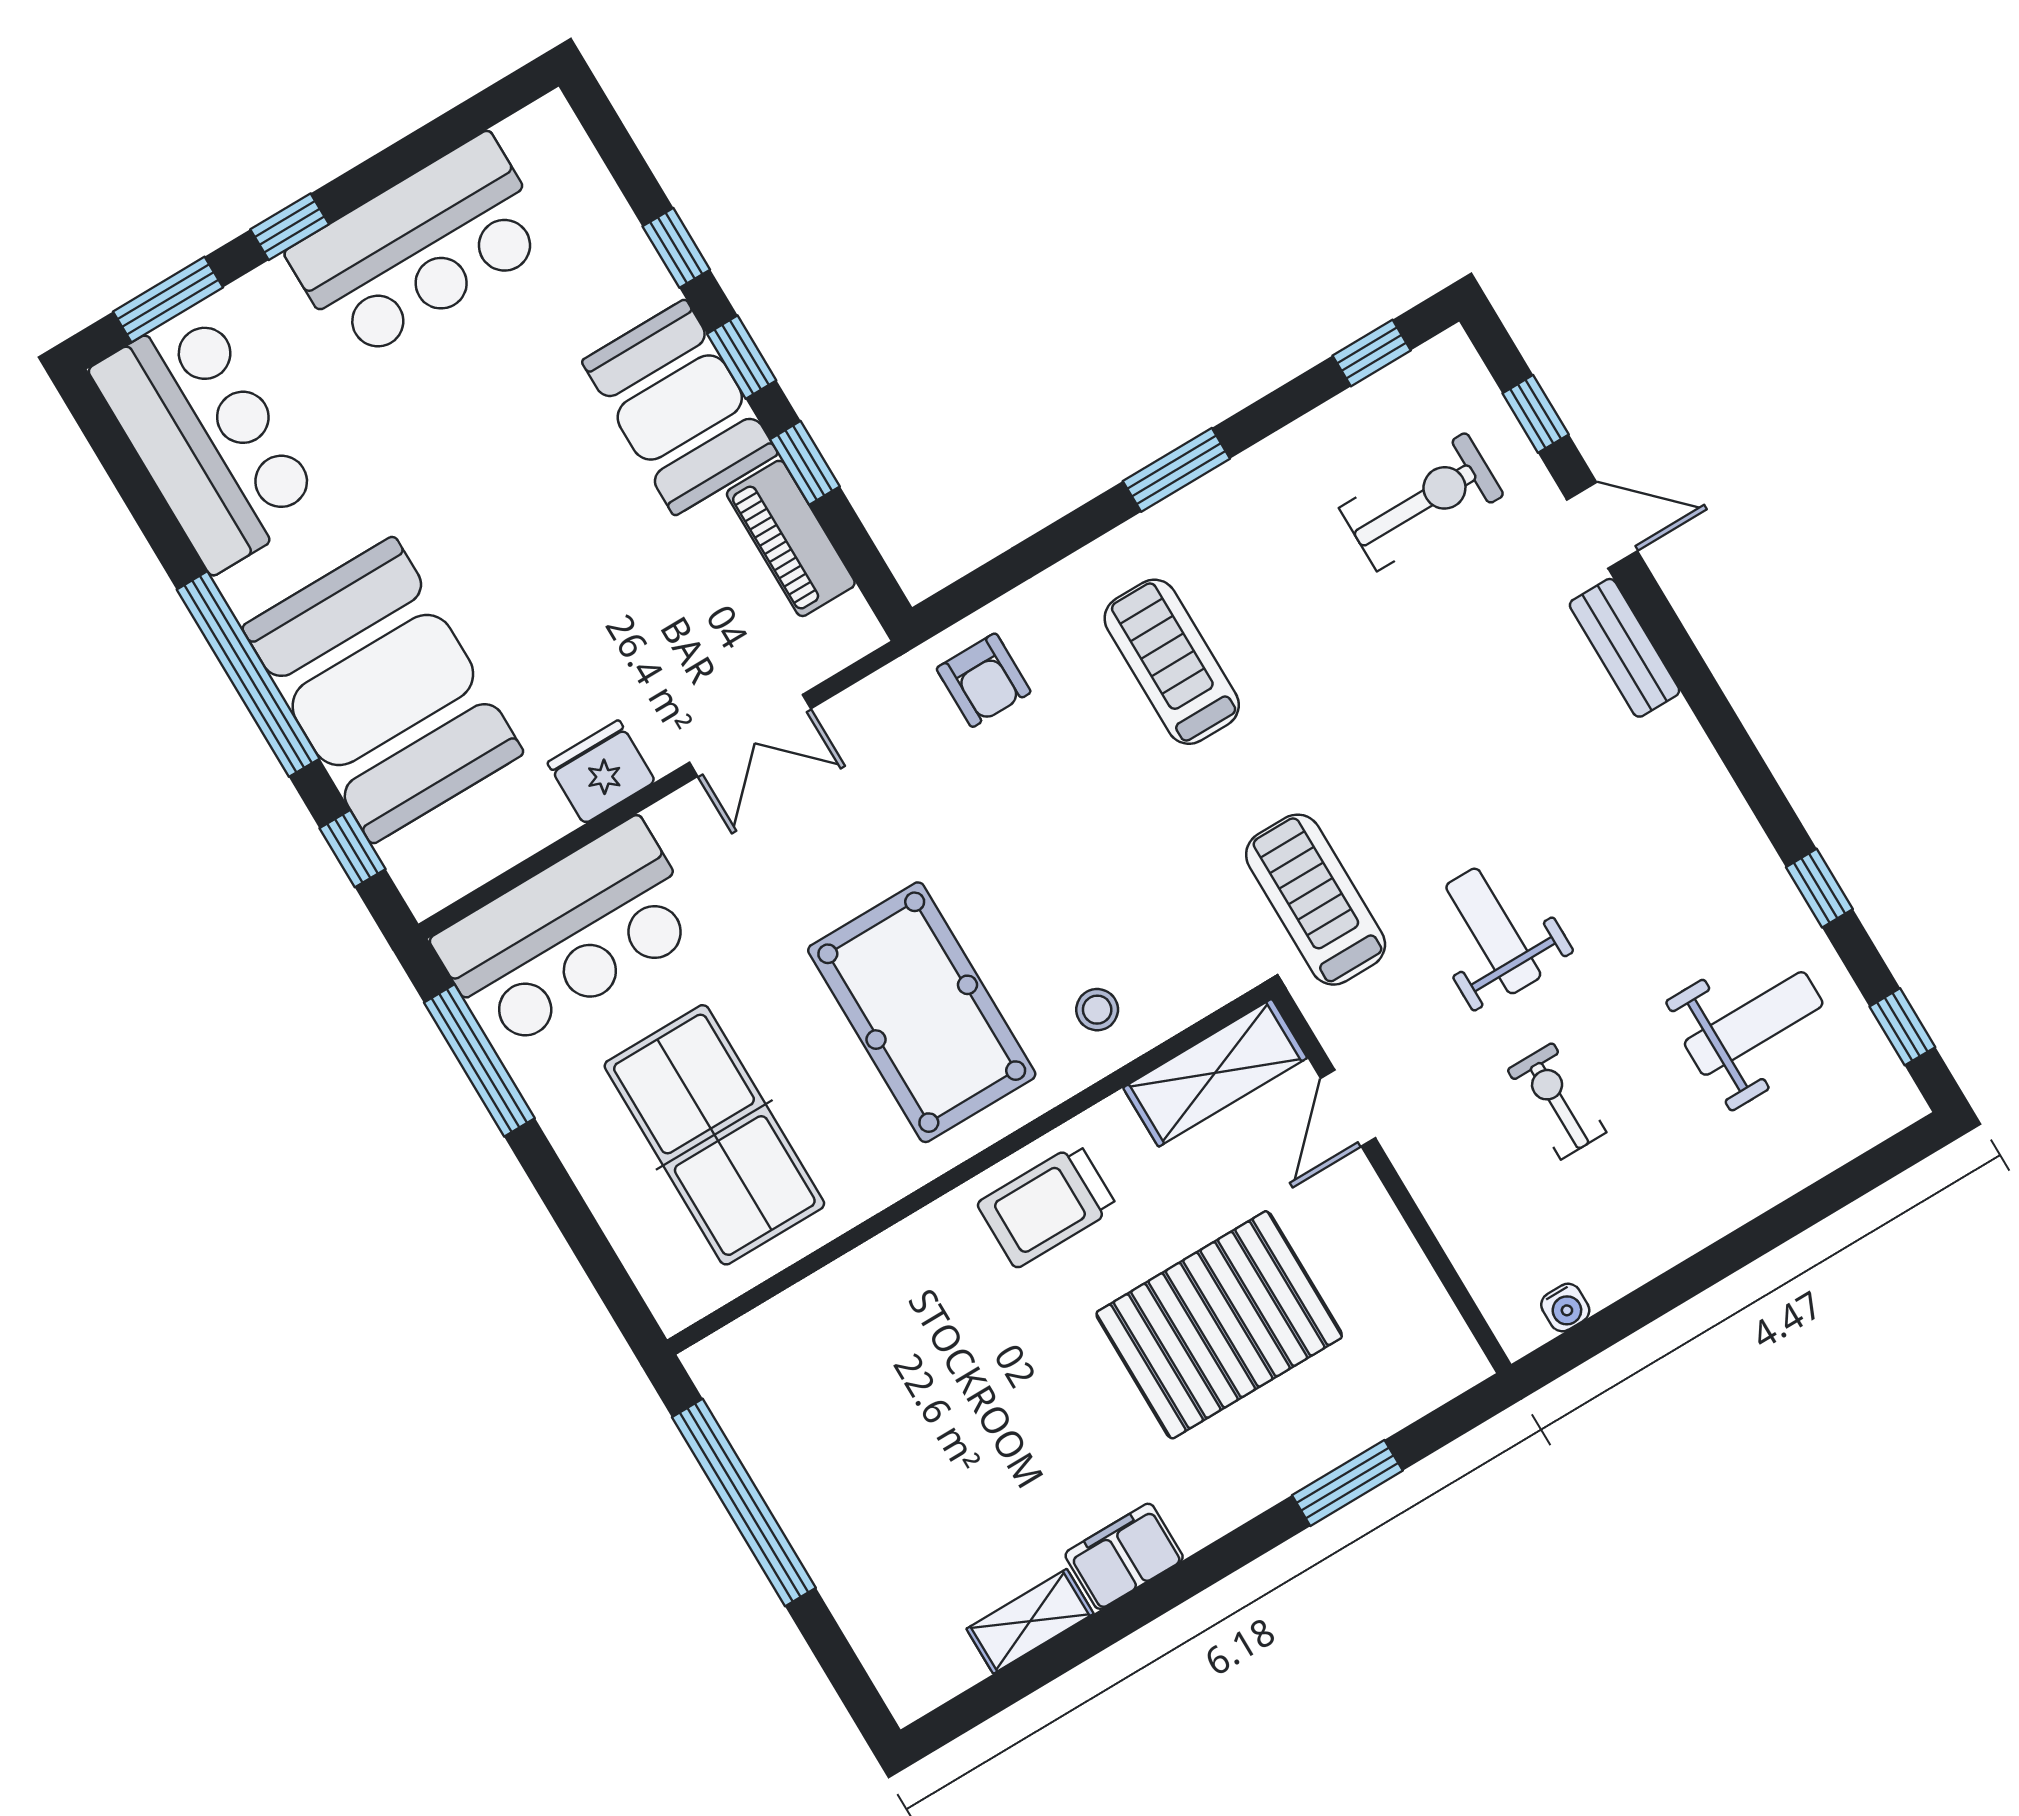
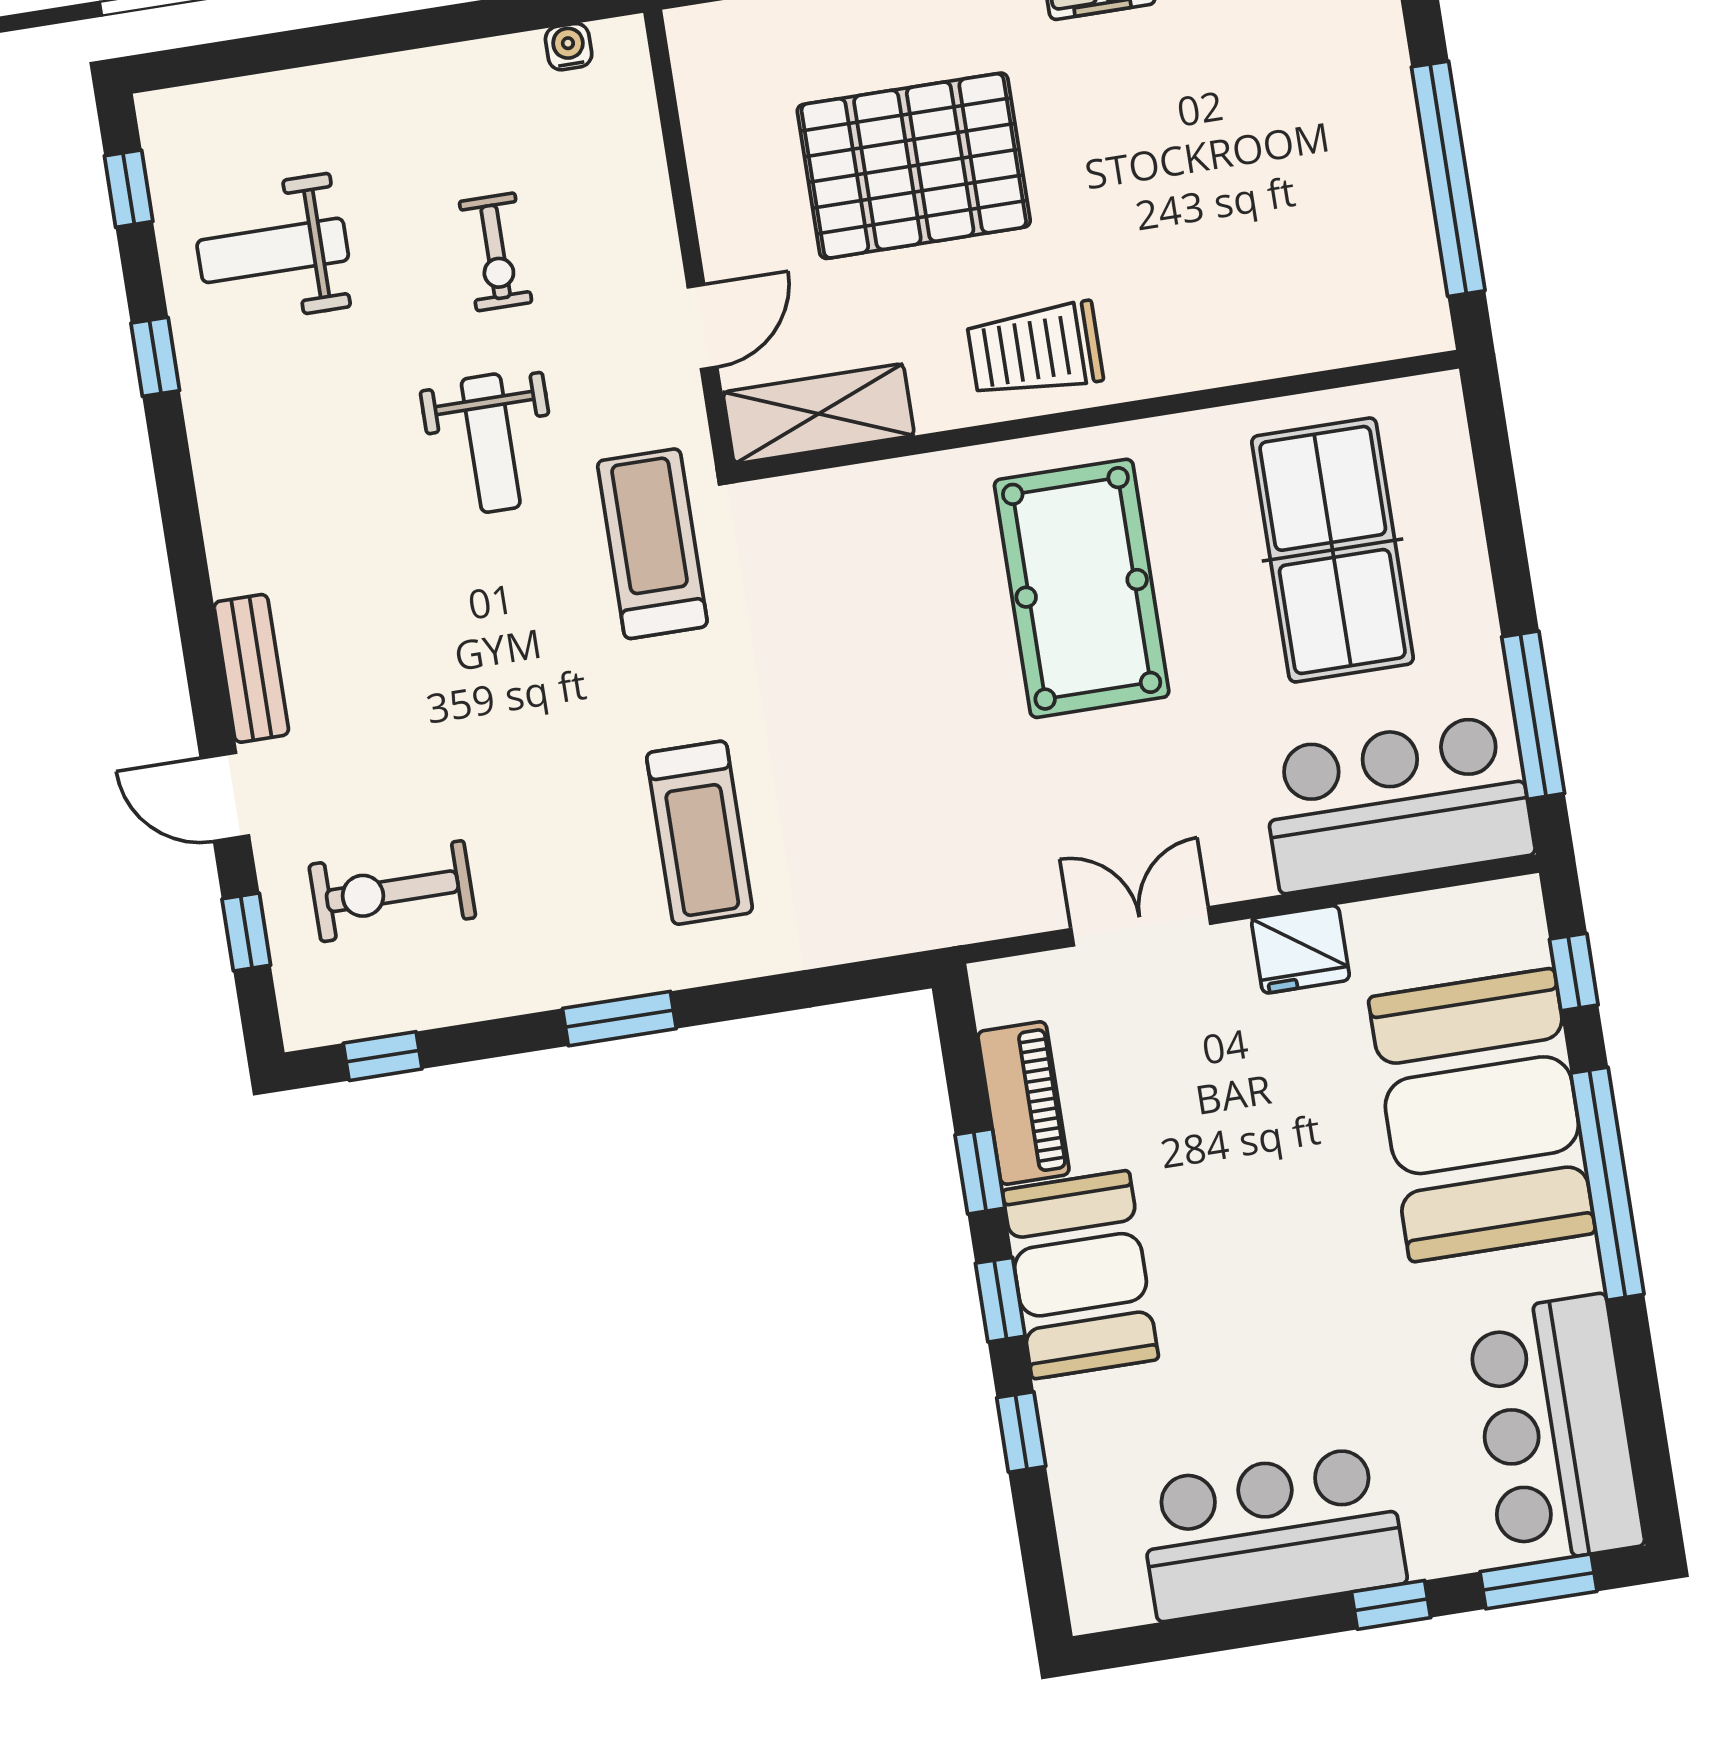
armchair: (984, 680) -> (891, 889), removed
treadmill: (1316, 900) -> (652, 544), turned 180
stool: (1097, 1010) -> (909, 522), removed
trolley: (1047, 1206) -> (1035, 350), turned 180

